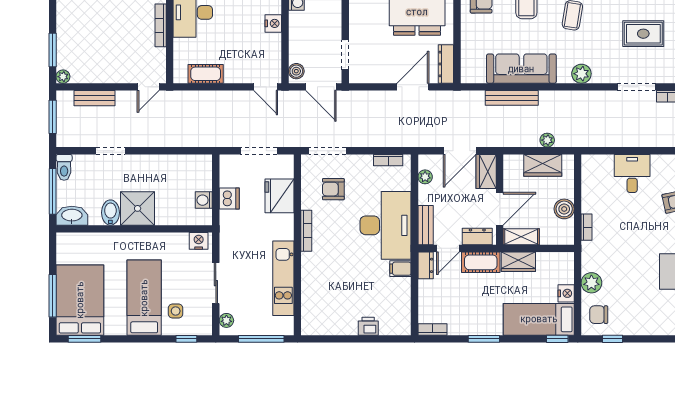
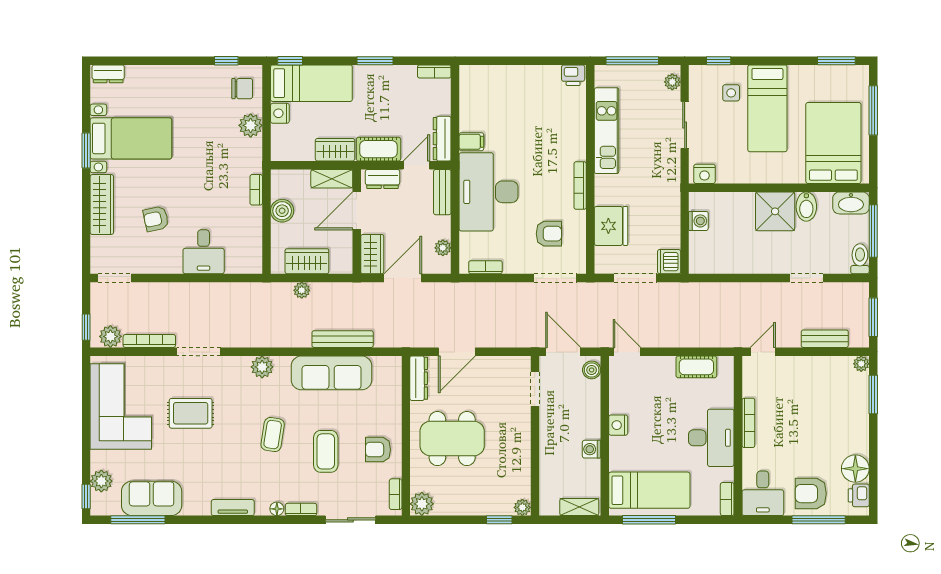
dishwasher: (229, 199) -> (669, 262), moved
dresser: (426, 265) -> (442, 139), width x1.44
bed: (80, 300) -> (833, 143), moved, turned 180
printer: (368, 326) -> (573, 75), moved

